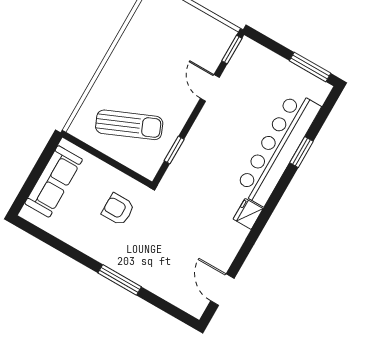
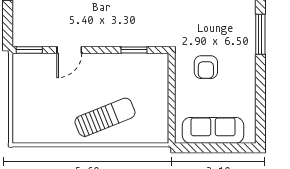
sun lounger: (129, 125) -> (105, 117), moved, turned 91

